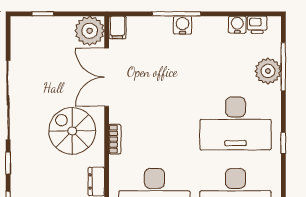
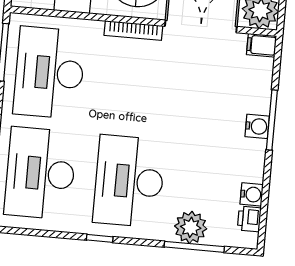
bookcase: (115, 139) -> (133, 31), width x1.56

